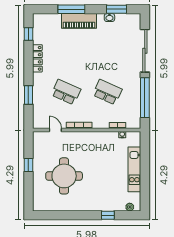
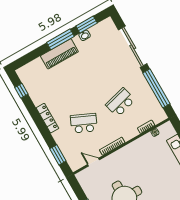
window: (71, 9) -> (60, 39), moved
locker: (37, 58) -> (47, 118), moved
school desk: (107, 92) -> (120, 102), turned -39
window: (28, 95) -> (58, 155), moved

